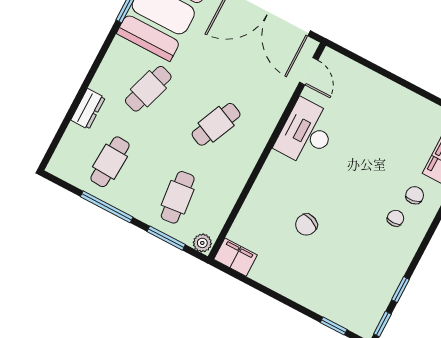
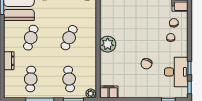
desk: (306, 133) -> (176, 72), moved, turned 180
plant: (278, 171) -> (108, 44), added
chair: (306, 225) -> (146, 64), moved

